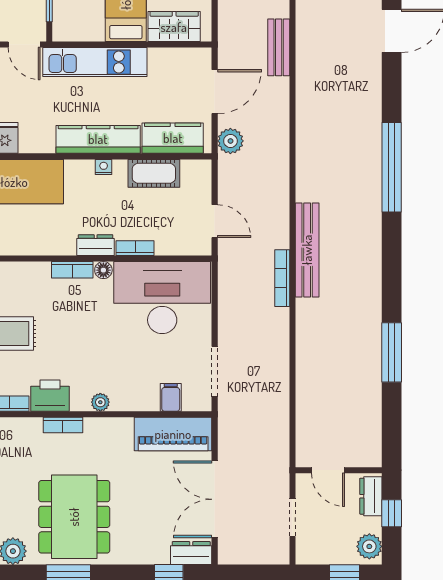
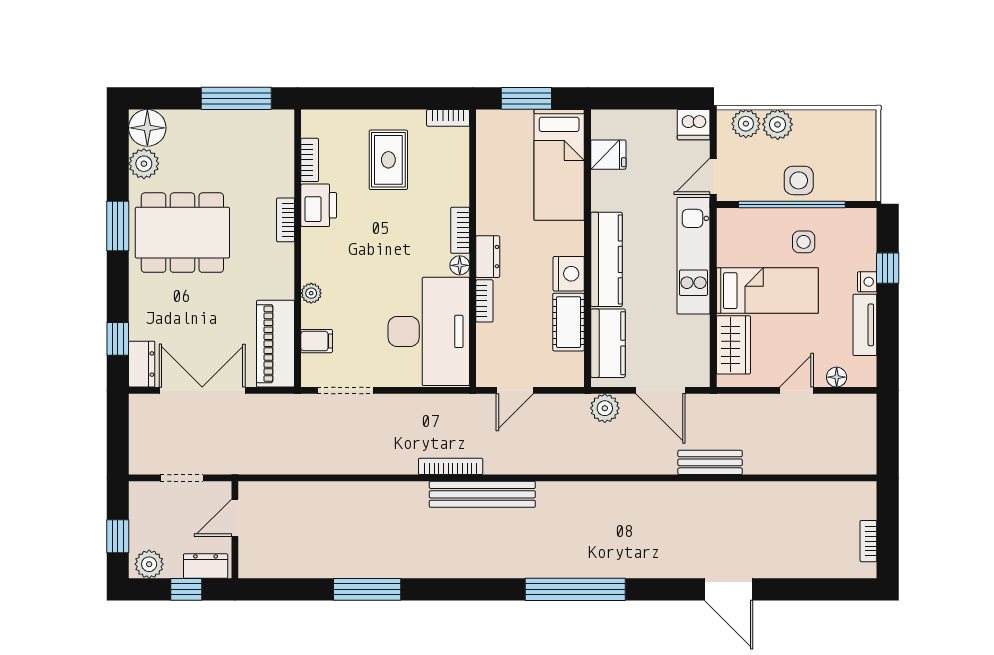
nightstand: (104, 167) -> (569, 274), width x1.89, depth x1.79
plant: (100, 402) -> (311, 293), moved

